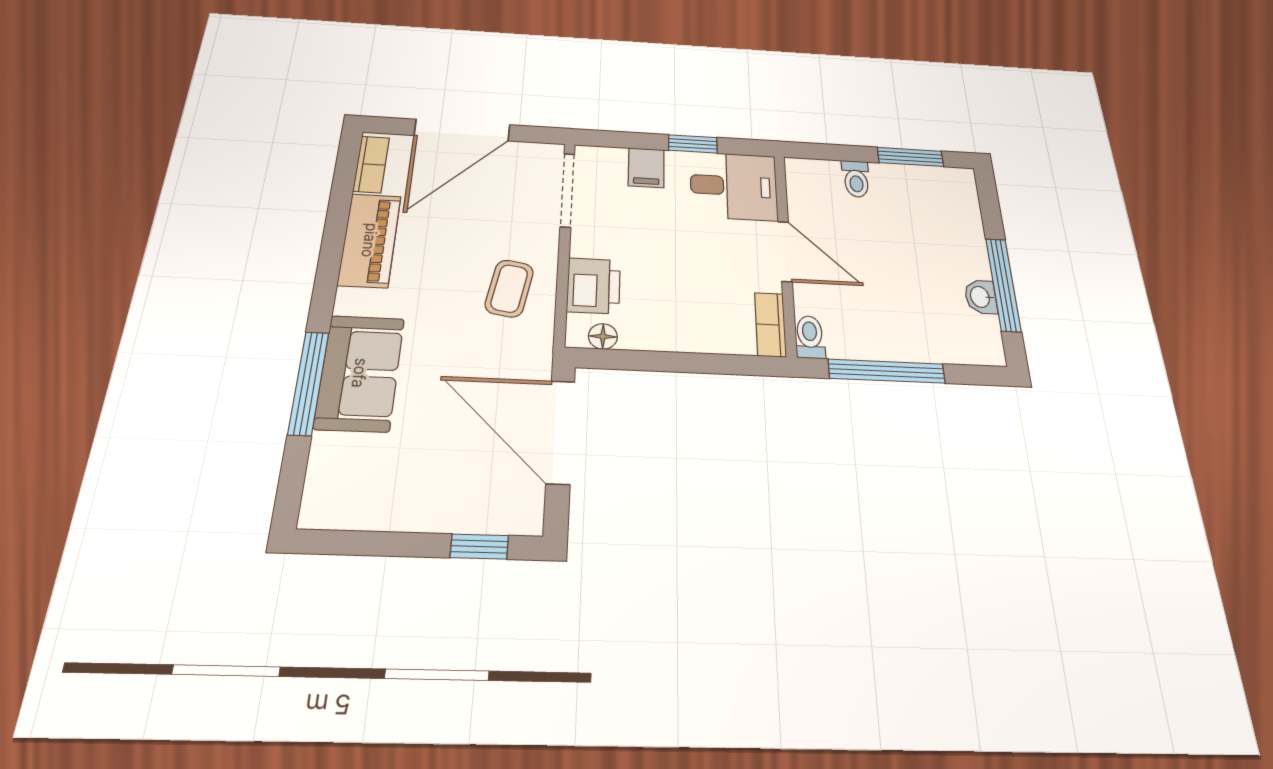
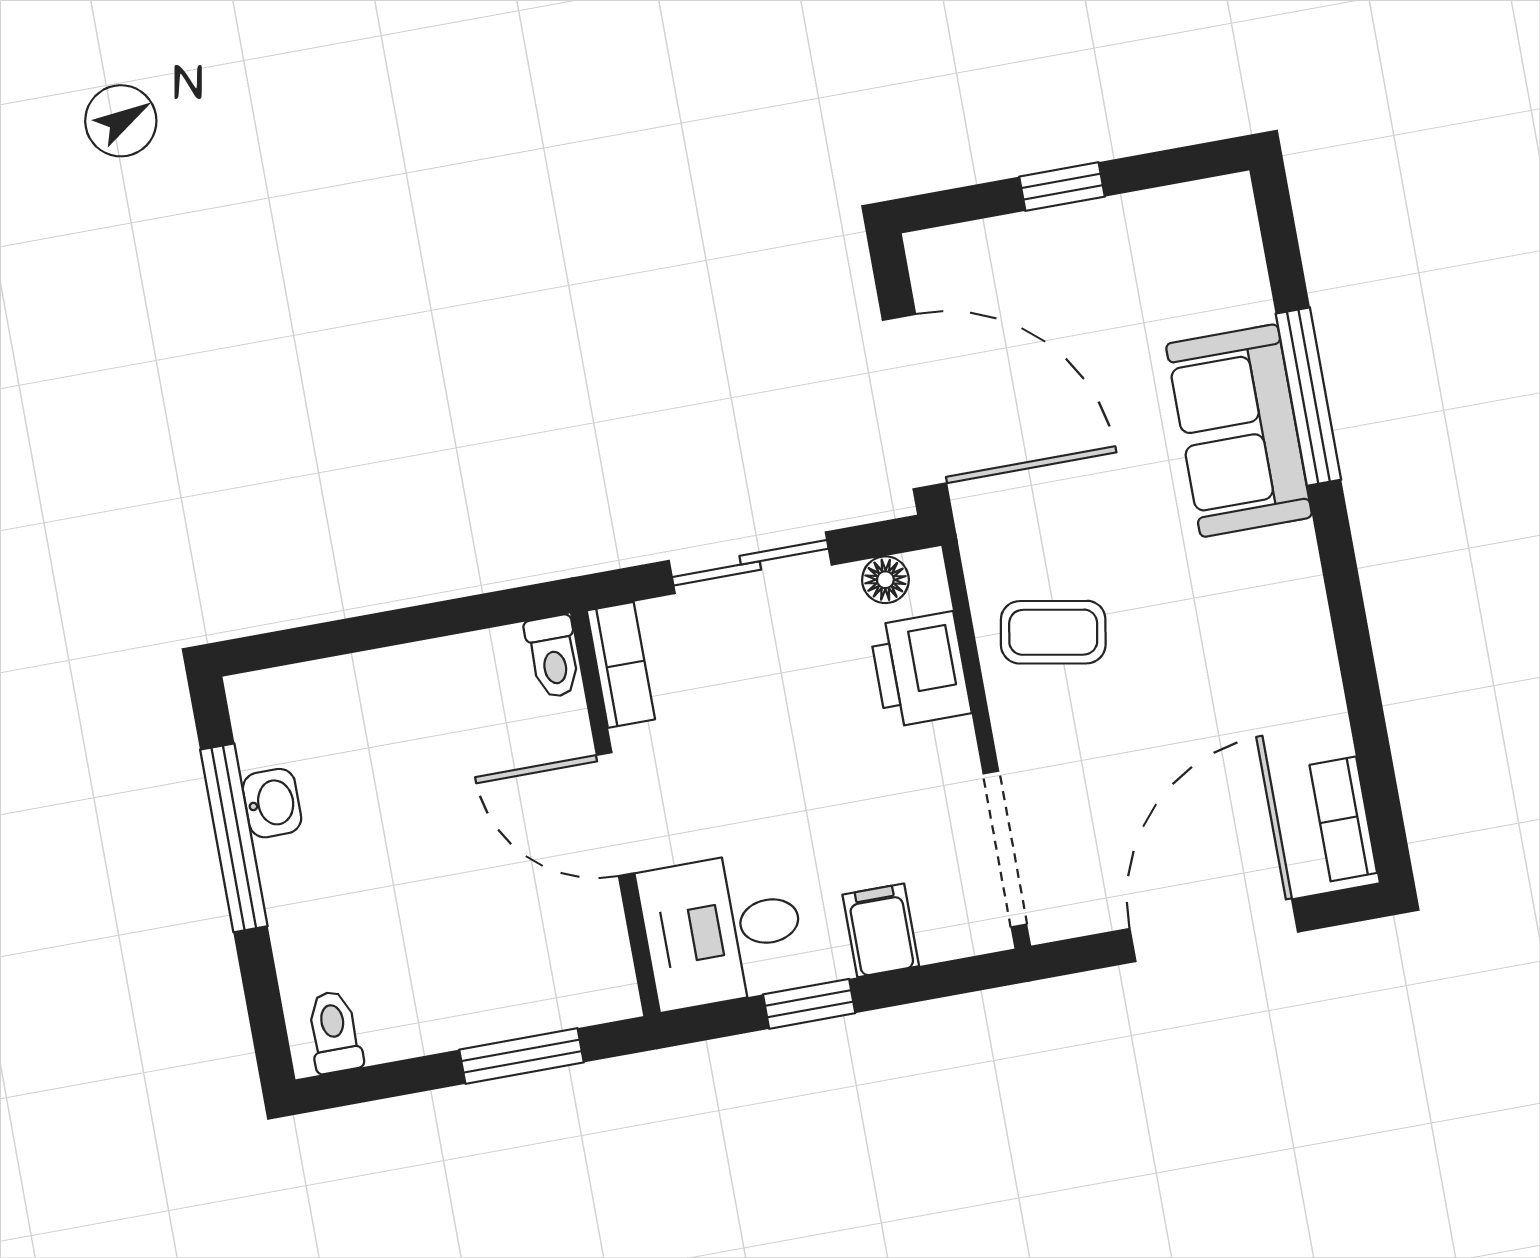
window: (910, 157) -> (521, 1056), moved
toilet: (856, 179) -> (334, 1032), moved
piano: (370, 240) -> (1299, 669), removed
coffee table: (509, 288) -> (1053, 632), turned 90
sliding door: (683, 362) -> (750, 563), added
window: (887, 371) -> (422, 623), removed
window: (479, 547) -> (1062, 187), moved

